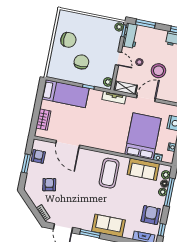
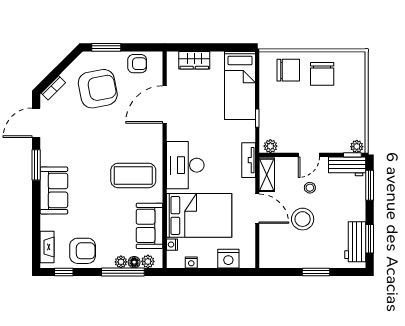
chair: (81, 62) -> (288, 70), moved
desk: (109, 139) -> (185, 165), added
window: (26, 164) -> (106, 47), moved
armchair: (49, 185) -> (98, 89), width x1.88, depth x1.88

